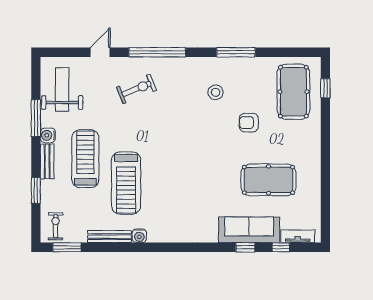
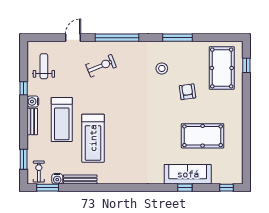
weight bench: (62, 89) -> (44, 66), width x0.73, depth x0.75
window: (36, 118) -> (24, 88), width x0.46
armchair: (249, 123) -> (187, 92), turned 82
treadmill: (85, 159) -> (62, 119), turned 180
window: (36, 190) -> (24, 159), moved
water cooler: (139, 236) -> (57, 179), moved
tv unit: (298, 236) -> (225, 179), removed
window: (281, 247) -> (227, 188), moved

